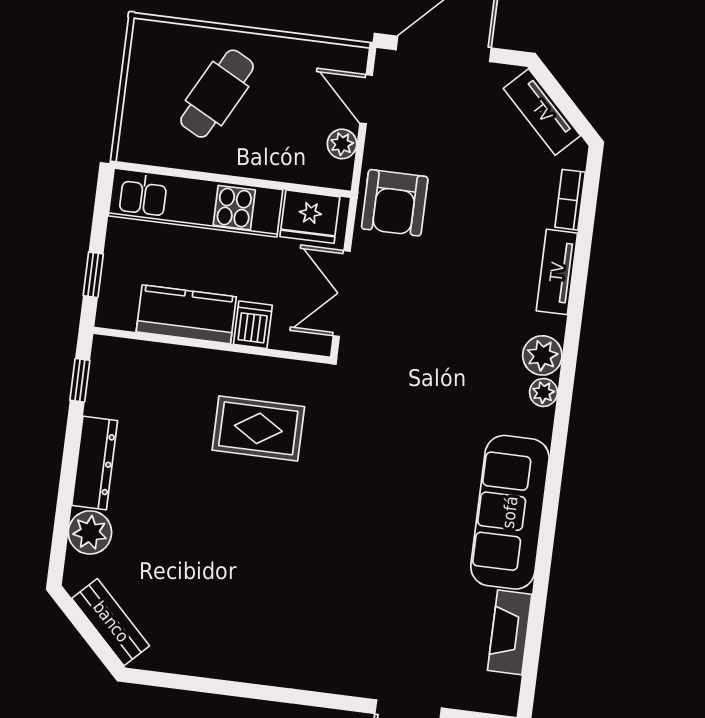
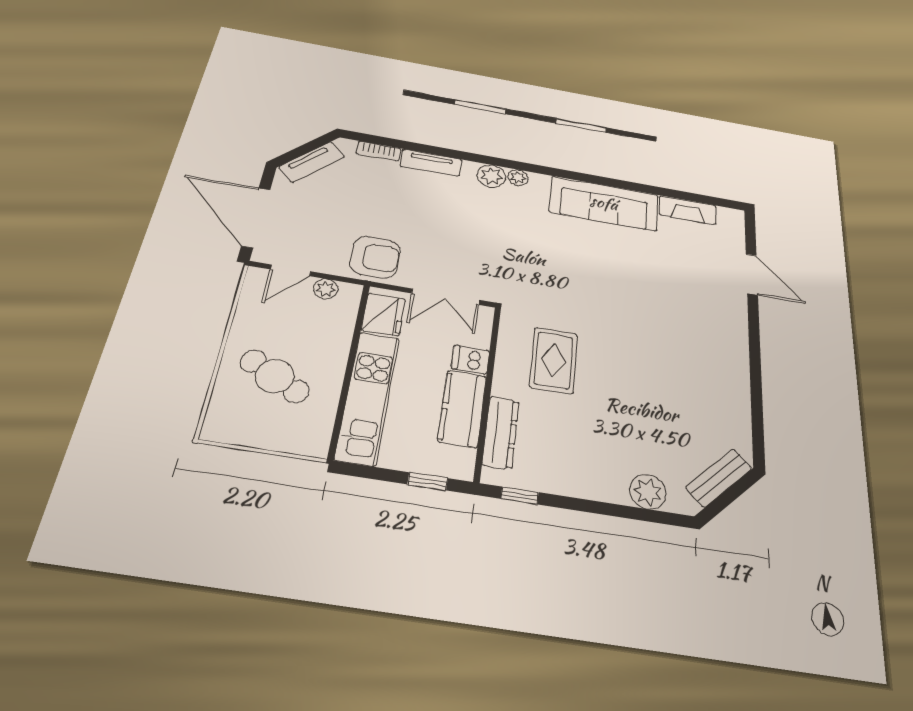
dresser: (95, 463) -> (501, 432), moved, turned 90

